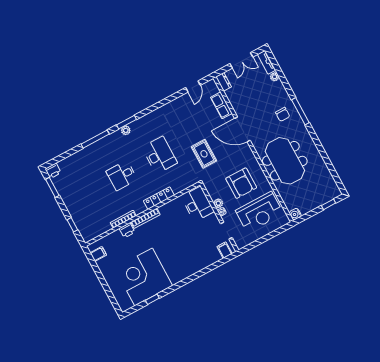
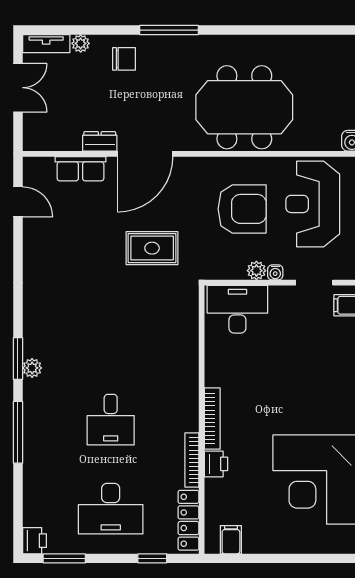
dresser: (224, 82) -> (100, 141), moved
chair: (283, 114) -> (124, 59), moved
desk: (160, 155) -> (111, 509), moved, turned 180
locker: (159, 198) -> (188, 520), moved
reception desk: (259, 212) -> (313, 204), turned 180

